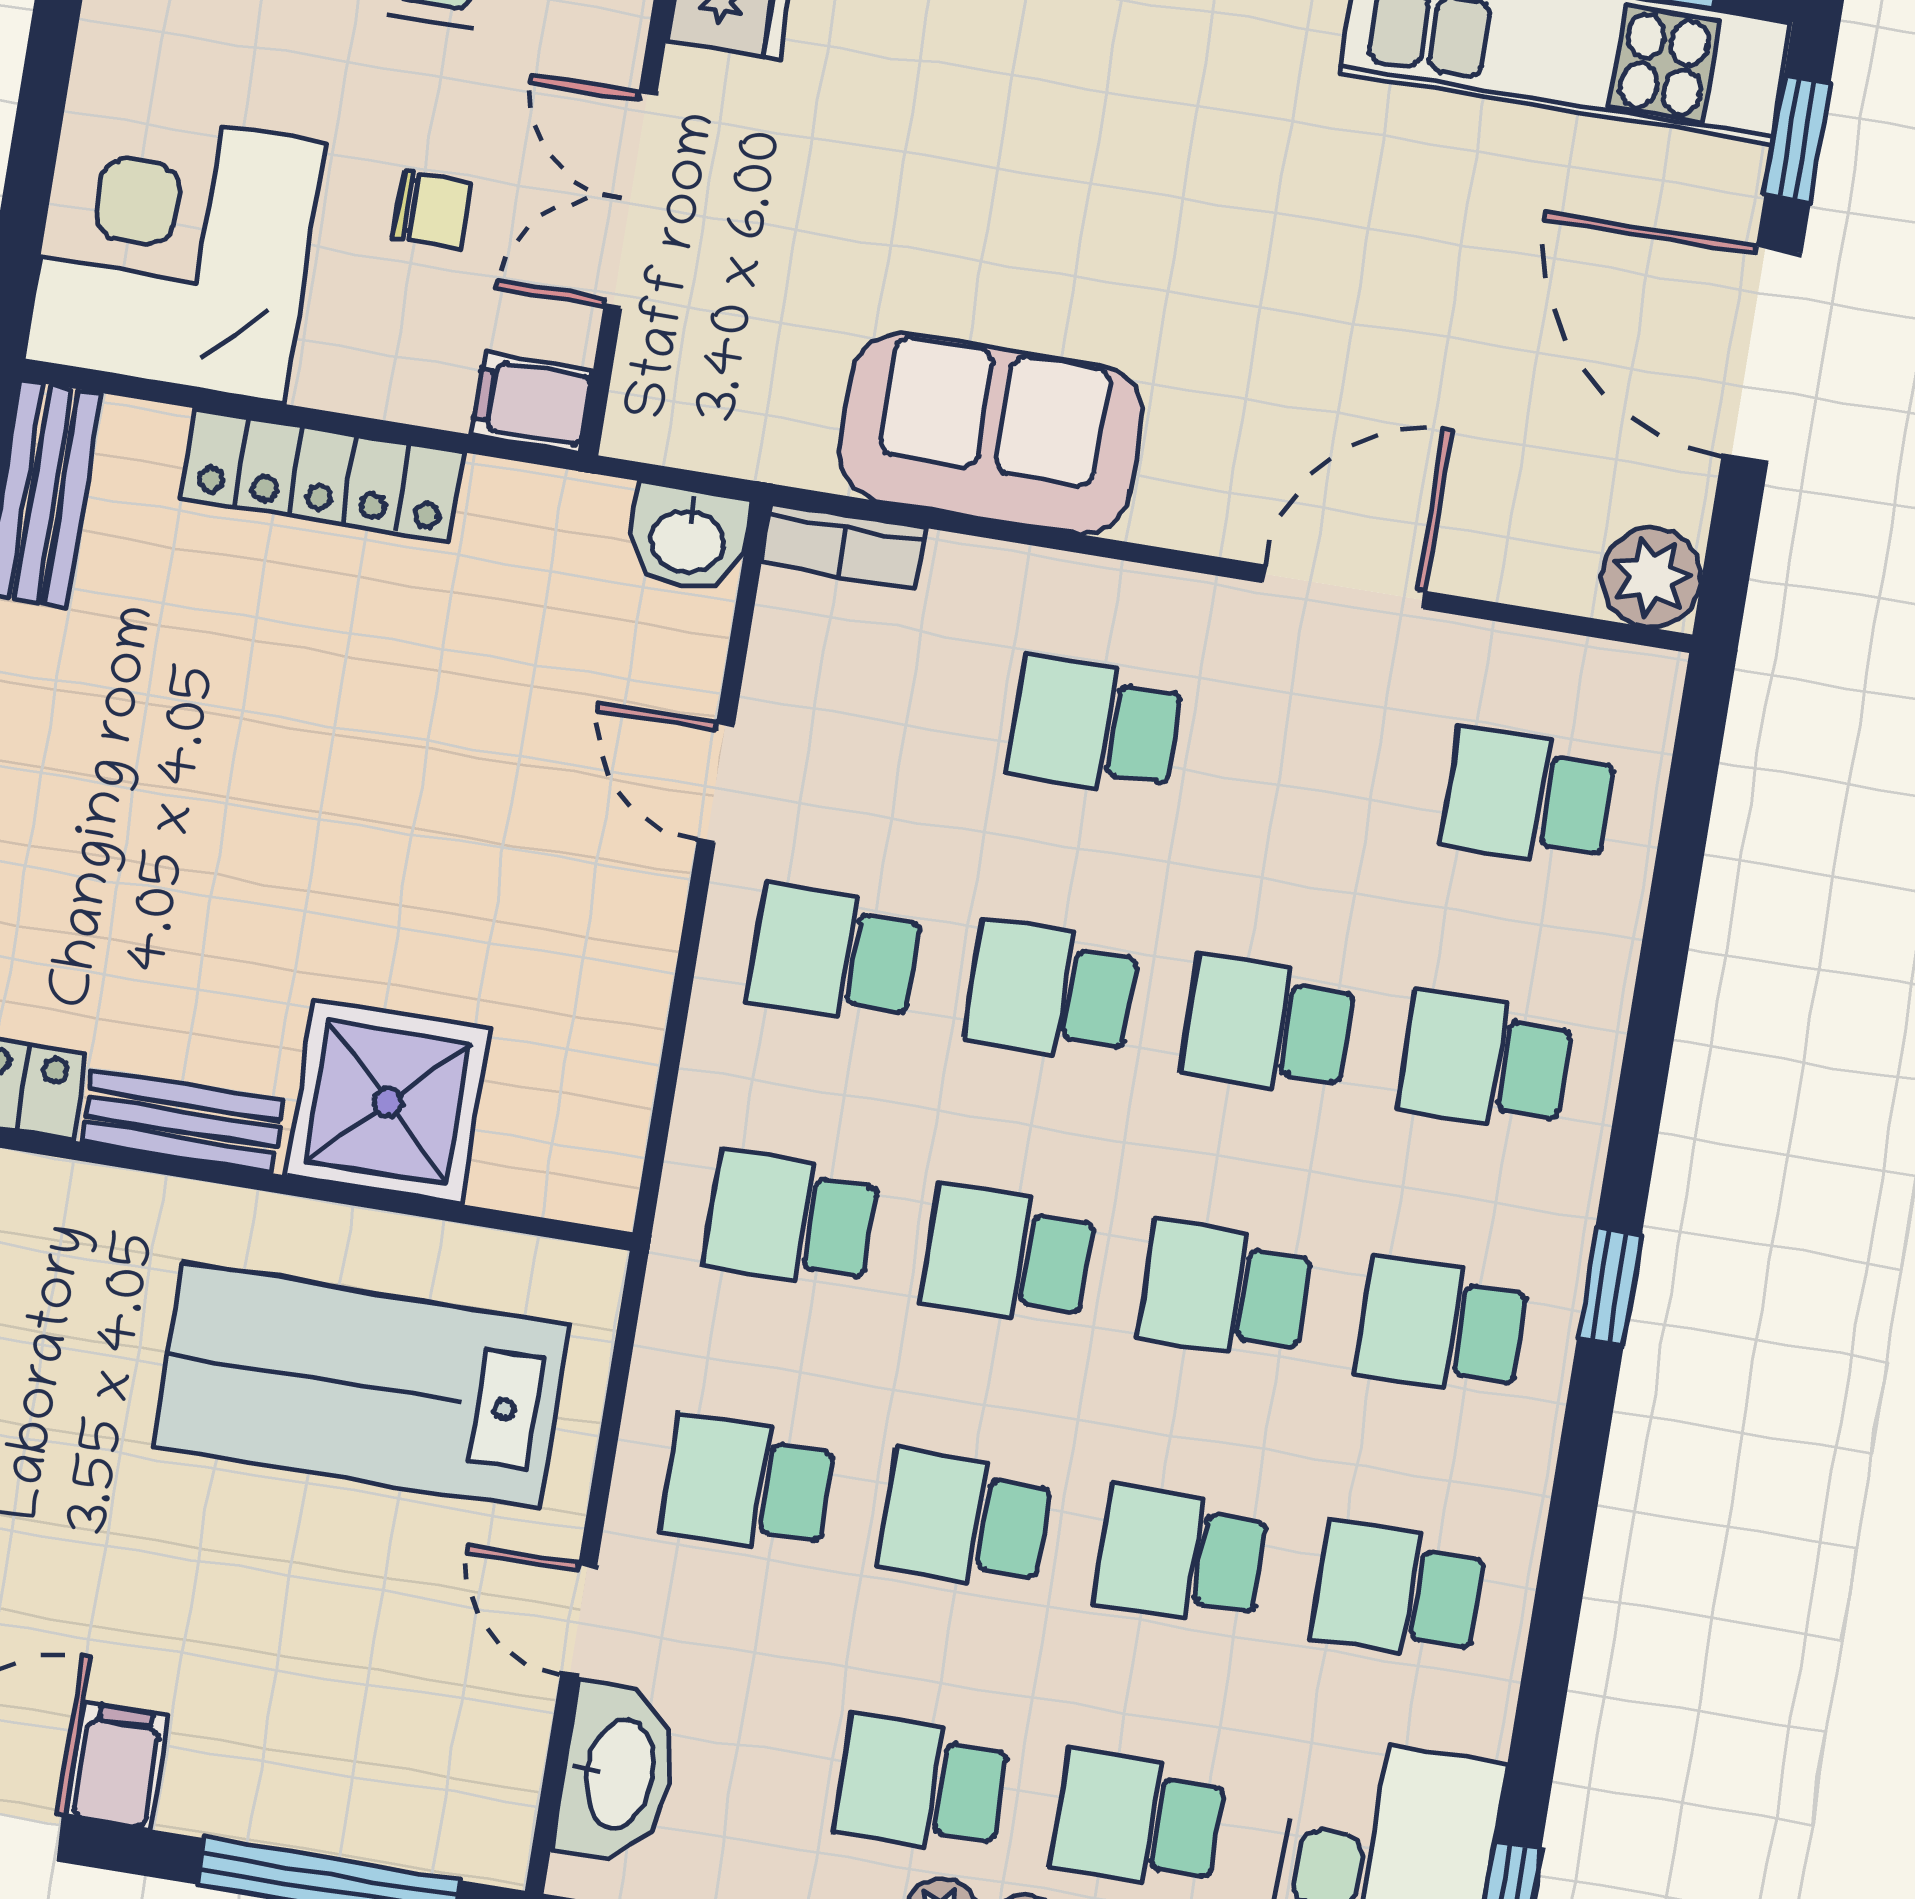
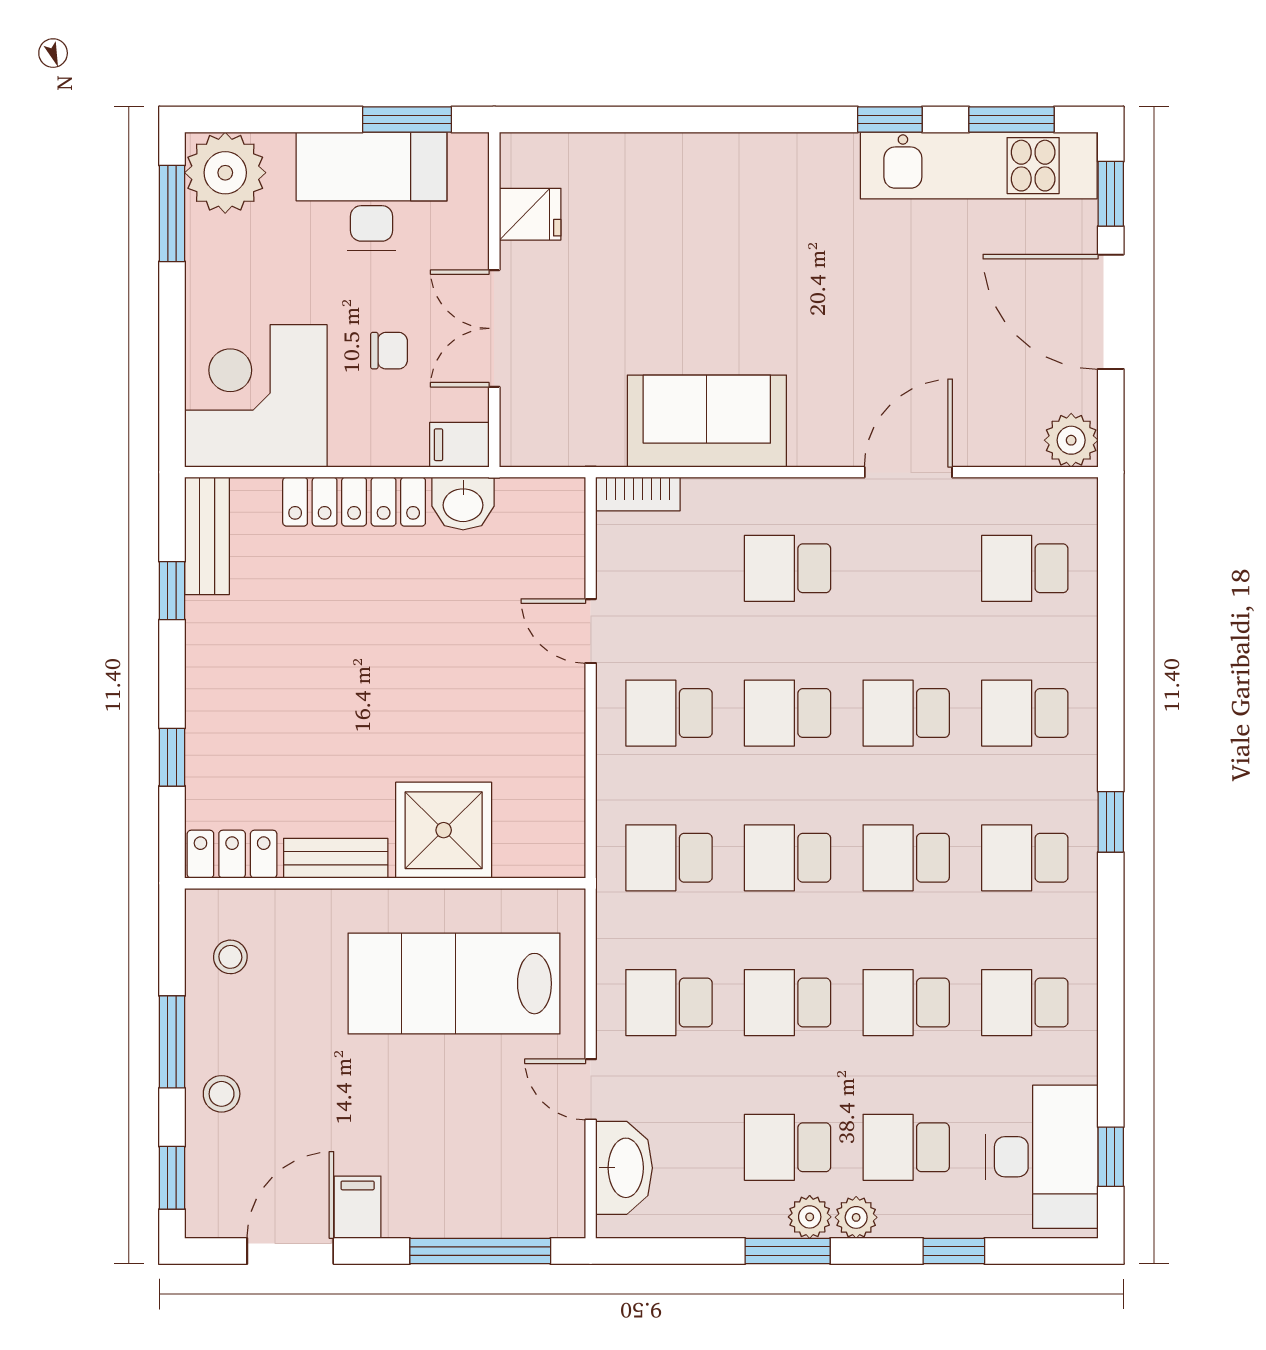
washbasin: (688, 539) -> (463, 504), moved

